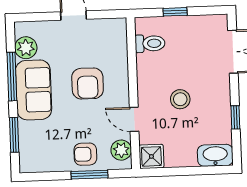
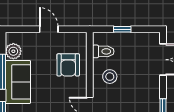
armchair: (88, 83) -> (68, 65), moved
stool: (180, 99) -> (110, 77), moved

